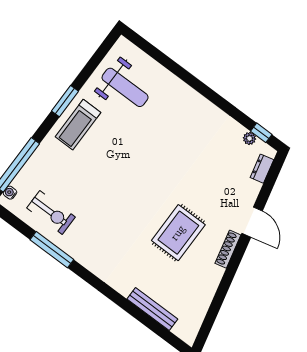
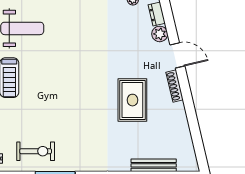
plant: (251, 189) -> (160, 34), added

